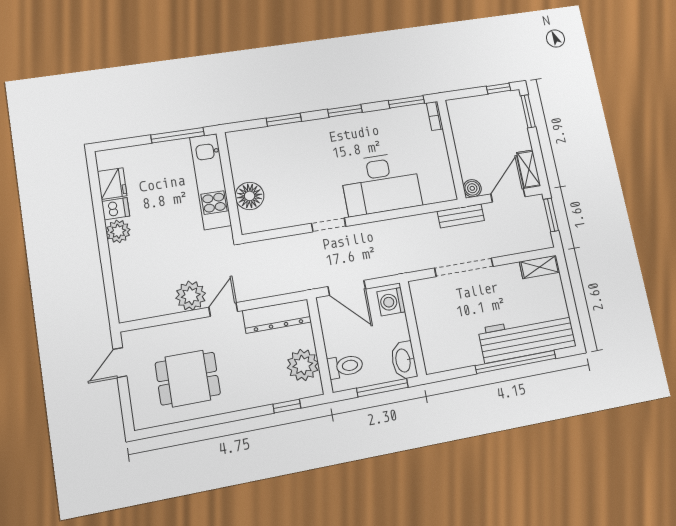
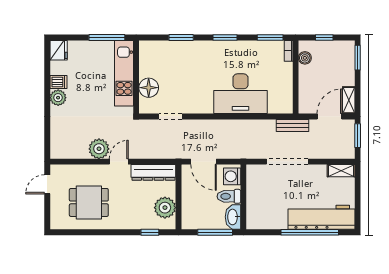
window: (499, 88) -> (324, 37), moved
fridge: (112, 184) -> (59, 50), moved
boiler: (472, 188) -> (305, 58), moved
doorway: (329, 225) -> (170, 116), moved
toilet: (345, 366) -> (229, 196), moved, turned 180

